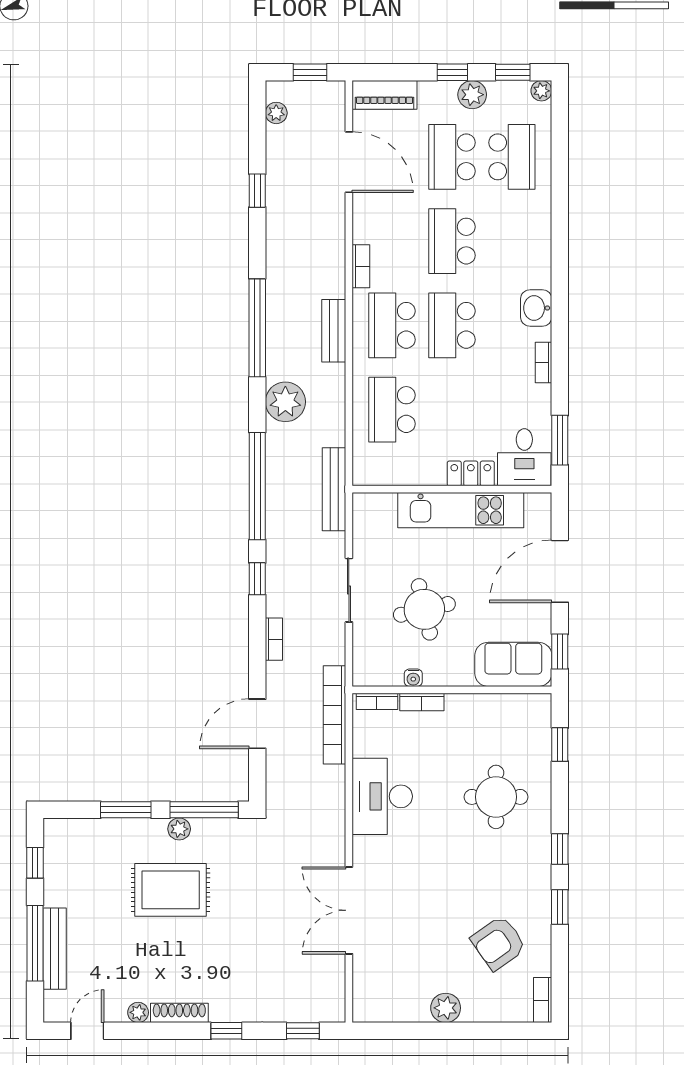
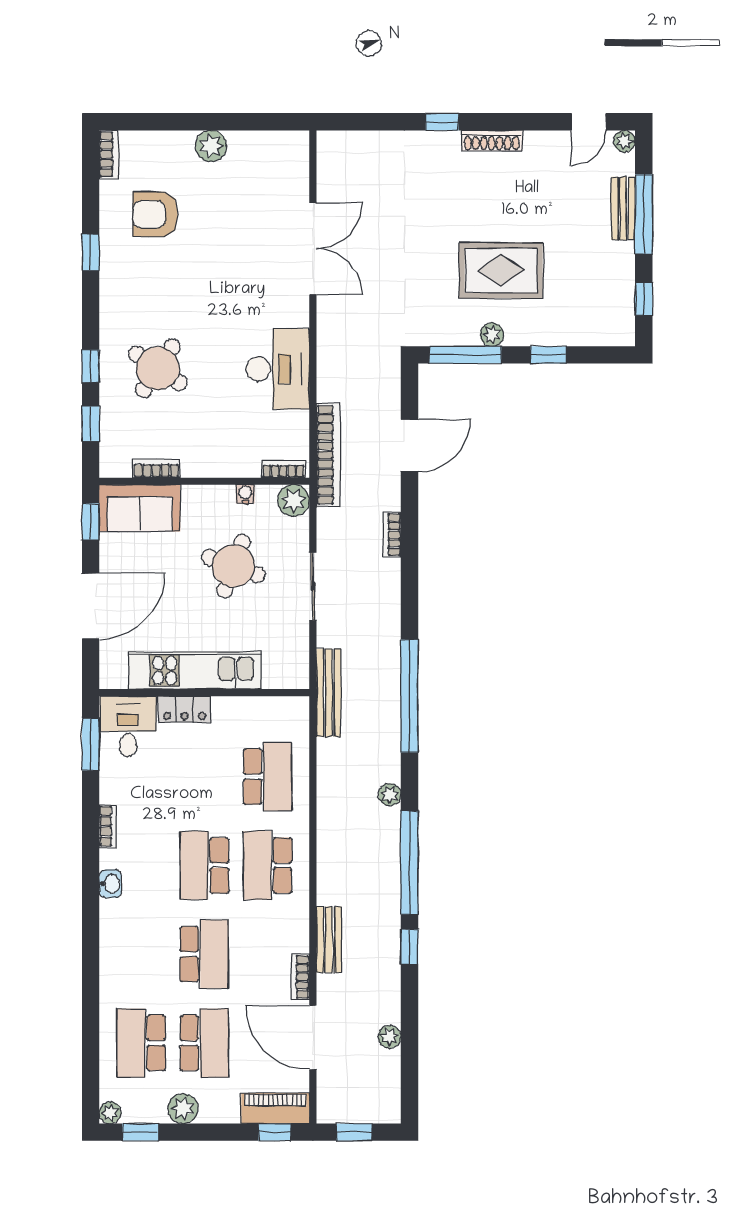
window: (452, 72) -> (275, 1132), moved
plant: (276, 113) -> (390, 1037), moved
window: (257, 191) -> (409, 947), moved
bookcase: (361, 266) -> (300, 977), moved
washbasin: (536, 308) -> (110, 884), width x0.72, depth x0.69
school desk: (392, 325) -> (268, 865), turned 180
school desk: (452, 325) -> (204, 865), turned 180
bench: (334, 331) -> (329, 940), moved
plant: (285, 402) -> (390, 795), width x0.53, depth x0.53
window: (257, 579) -> (409, 598), removed
round table: (424, 609) -> (233, 566), turned 33
plant: (367, 672) -> (294, 501), added
bookcase: (422, 702) -> (156, 468), moved
round table: (496, 797) -> (158, 368), turned 34
window: (126, 810) -> (548, 355), width x0.67
window: (560, 849) -> (91, 366), moved
armchair: (499, 943) -> (155, 214), turned -145
bench: (55, 949) -> (623, 208), width x0.73
plant: (138, 1012) -> (624, 141), moved
window: (303, 1031) -> (361, 122), removed

